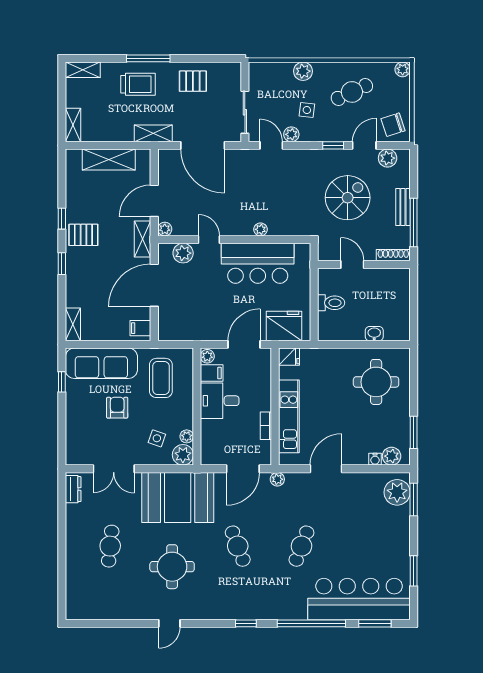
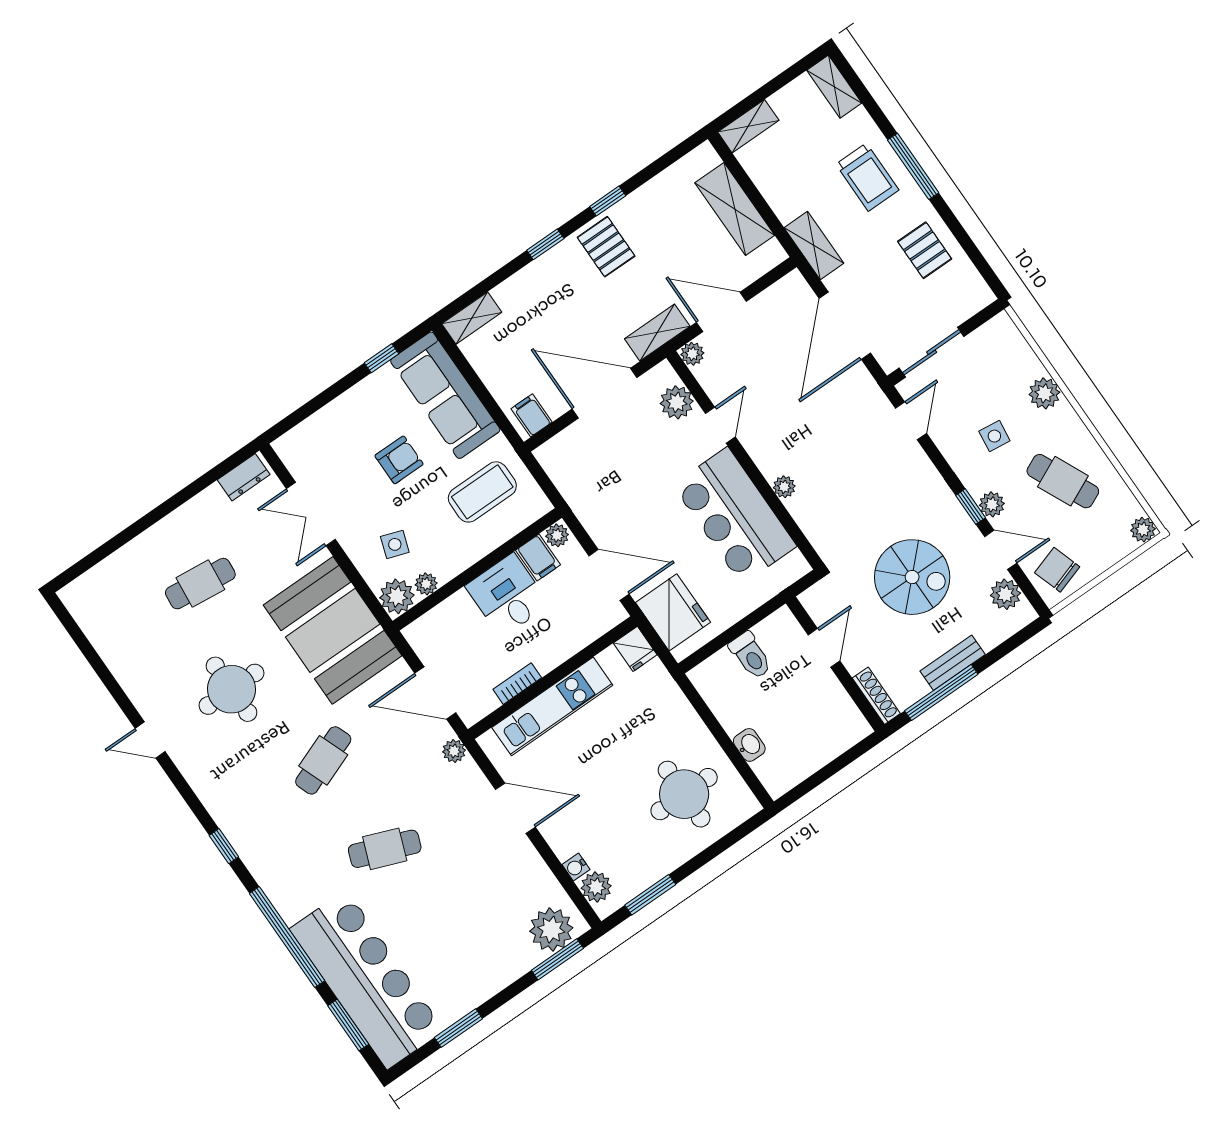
plant: (291, 134) -> (992, 504), moved

